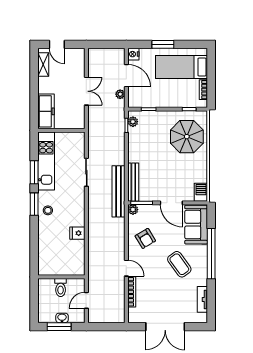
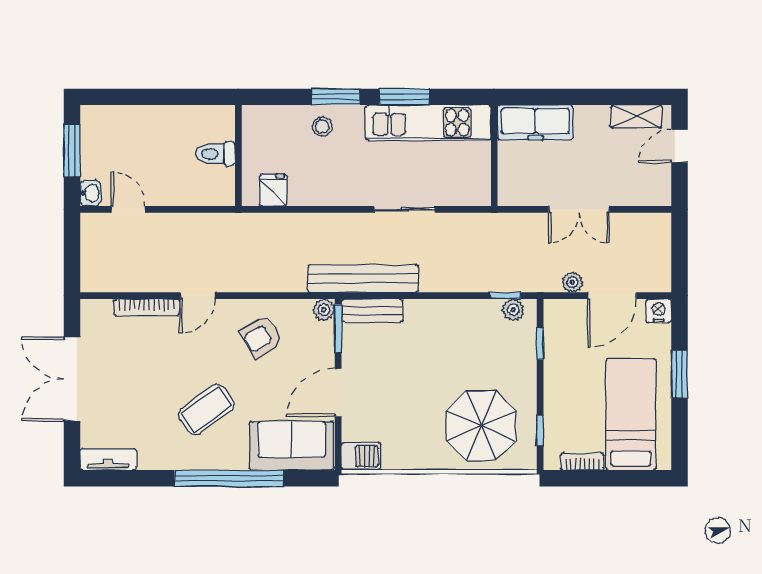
bench: (133, 182) -> (372, 311), width x0.73
wall: (61, 277) -> (238, 156), moved
toilet: (61, 287) -> (215, 154), moved
tv unit: (202, 299) -> (108, 459), moved
washbasin: (62, 318) -> (91, 193), moved

